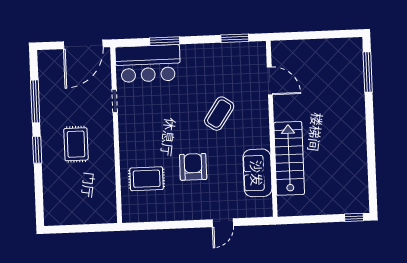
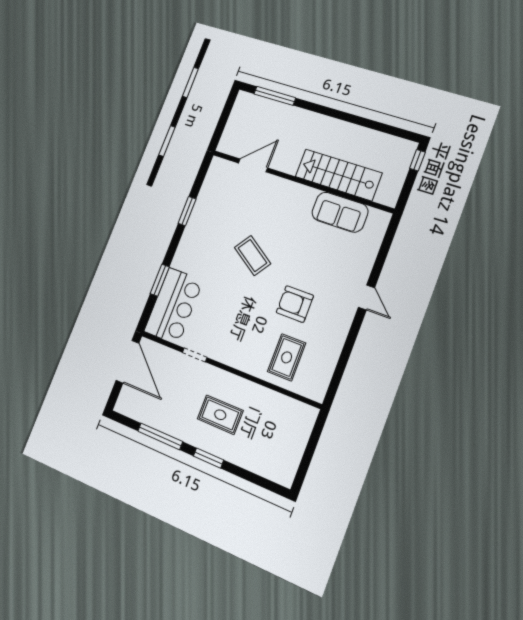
door: (270, 81) -> (253, 165), moved
wall: (272, 129) -> (301, 181), moved
stairs: (289, 158) -> (338, 175), moved
sofa: (257, 173) -> (340, 212), moved

